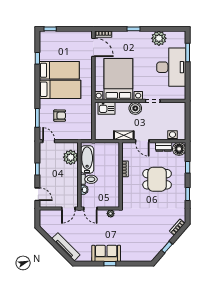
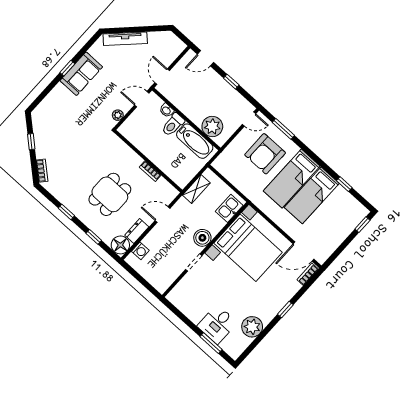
desk: (171, 67) -> (217, 324), width x0.53, depth x0.77
armchair: (60, 116) -> (265, 154), width x1.88, depth x1.88
shelving: (124, 135) -> (196, 189), moved

